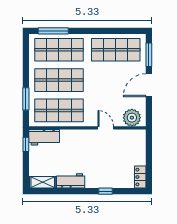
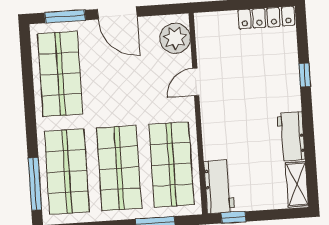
locker: (140, 177) -> (266, 18), width x1.53

